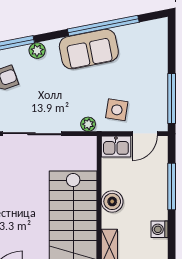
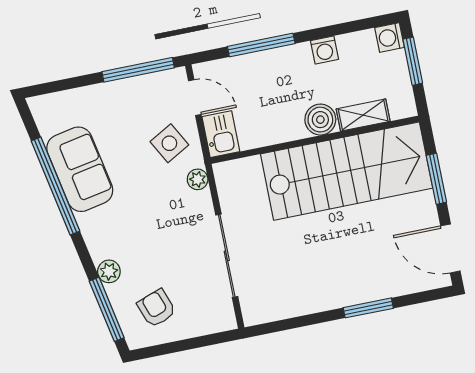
sofa: (89, 49) -> (80, 169), moved
side table: (117, 110) -> (169, 143), turned -38
boiler: (112, 201) -> (320, 120), moved

